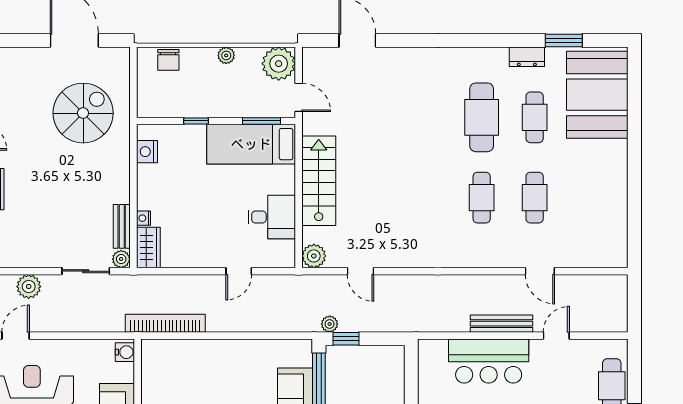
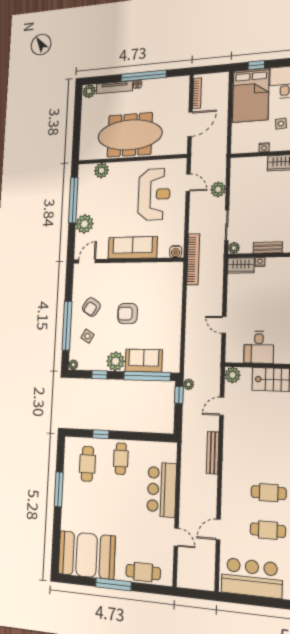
bar counter: (603, 220) -> (252, 578), added
bench: (122, 226) -> (268, 248), moved
bookcase: (165, 323) -> (193, 259), moved
bench: (501, 324) -> (213, 453), moved

